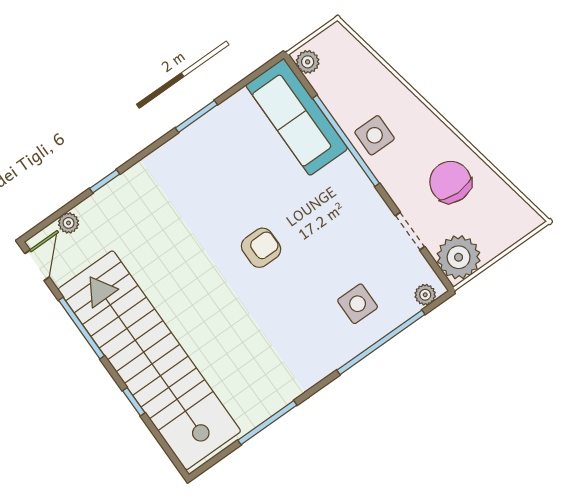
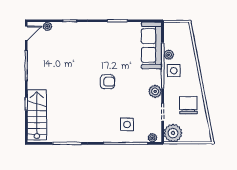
plant: (308, 62) -> (169, 55), moved
plant: (367, 201) -> (155, 91), added
stairs: (149, 360) -> (37, 115), width x0.54, depth x0.66

